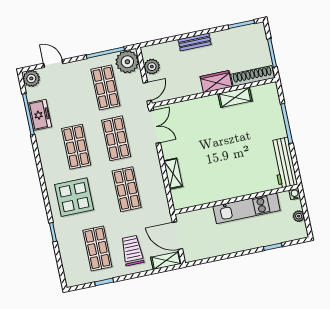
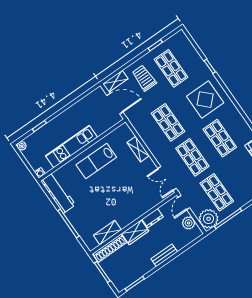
dresser: (190, 89) -> (153, 218), added
shelving: (235, 97) -> (107, 233), moved
lab bench: (226, 180) -> (96, 161), added
plant: (299, 216) -> (22, 146), moved
trolley: (132, 250) -> (144, 78), turned 180

